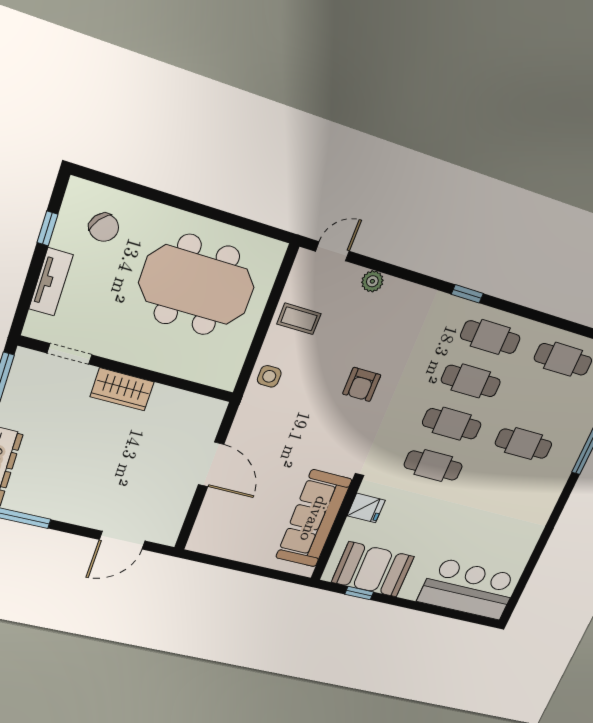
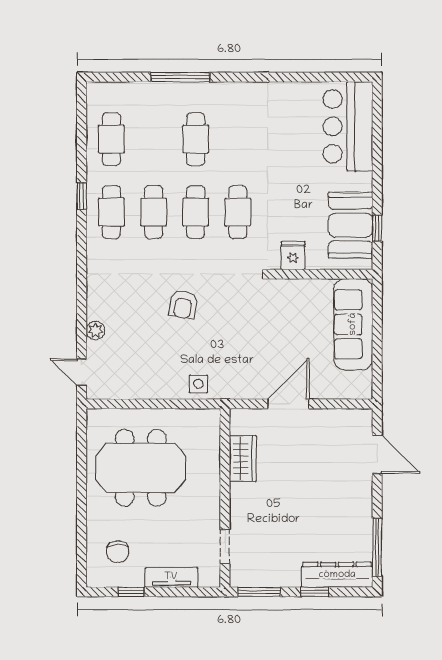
chair: (104, 227) -> (118, 552), turned 143
meeting table: (197, 285) -> (141, 468), turned 90
window: (467, 294) -> (82, 196), moved
coffee table: (299, 319) -> (144, 378), removed
armchair: (362, 384) -> (183, 305), turned 99
wardrobe: (122, 389) -> (243, 459), moved
sofa: (314, 519) -> (353, 324), moved, turned 90

